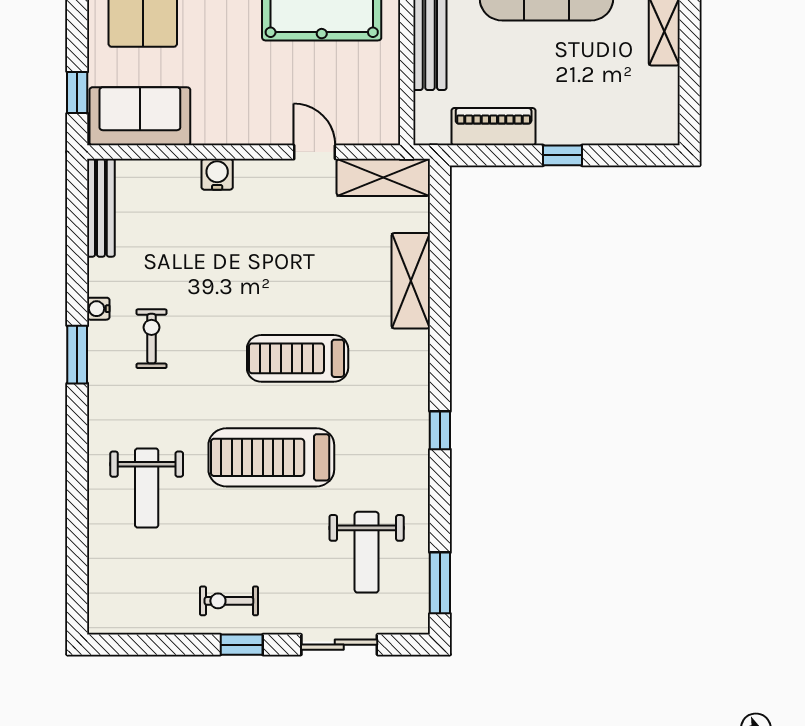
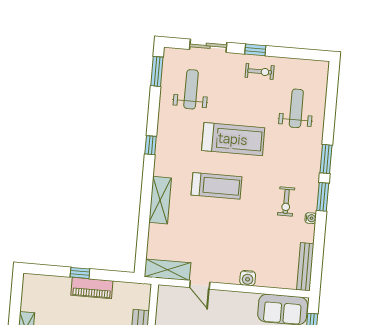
piano: (494, 127) -> (92, 288), moved
shelving: (411, 281) -> (160, 200), moved
window: (77, 433) -> (326, 159), added
weight bench: (147, 488) -> (296, 108), moved

